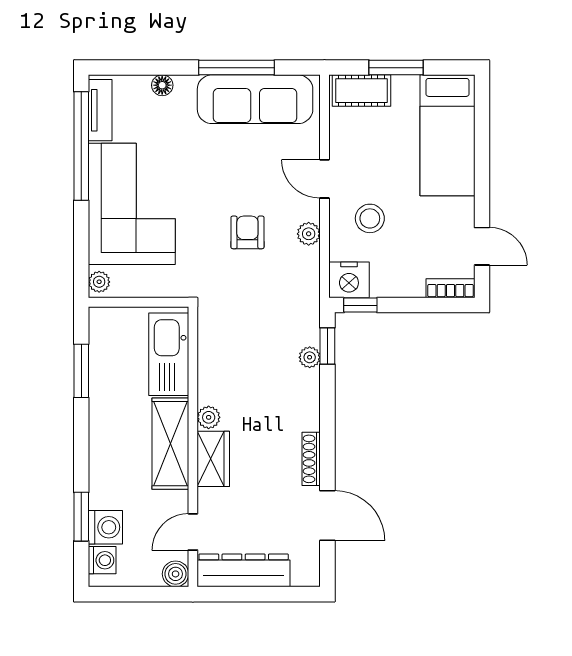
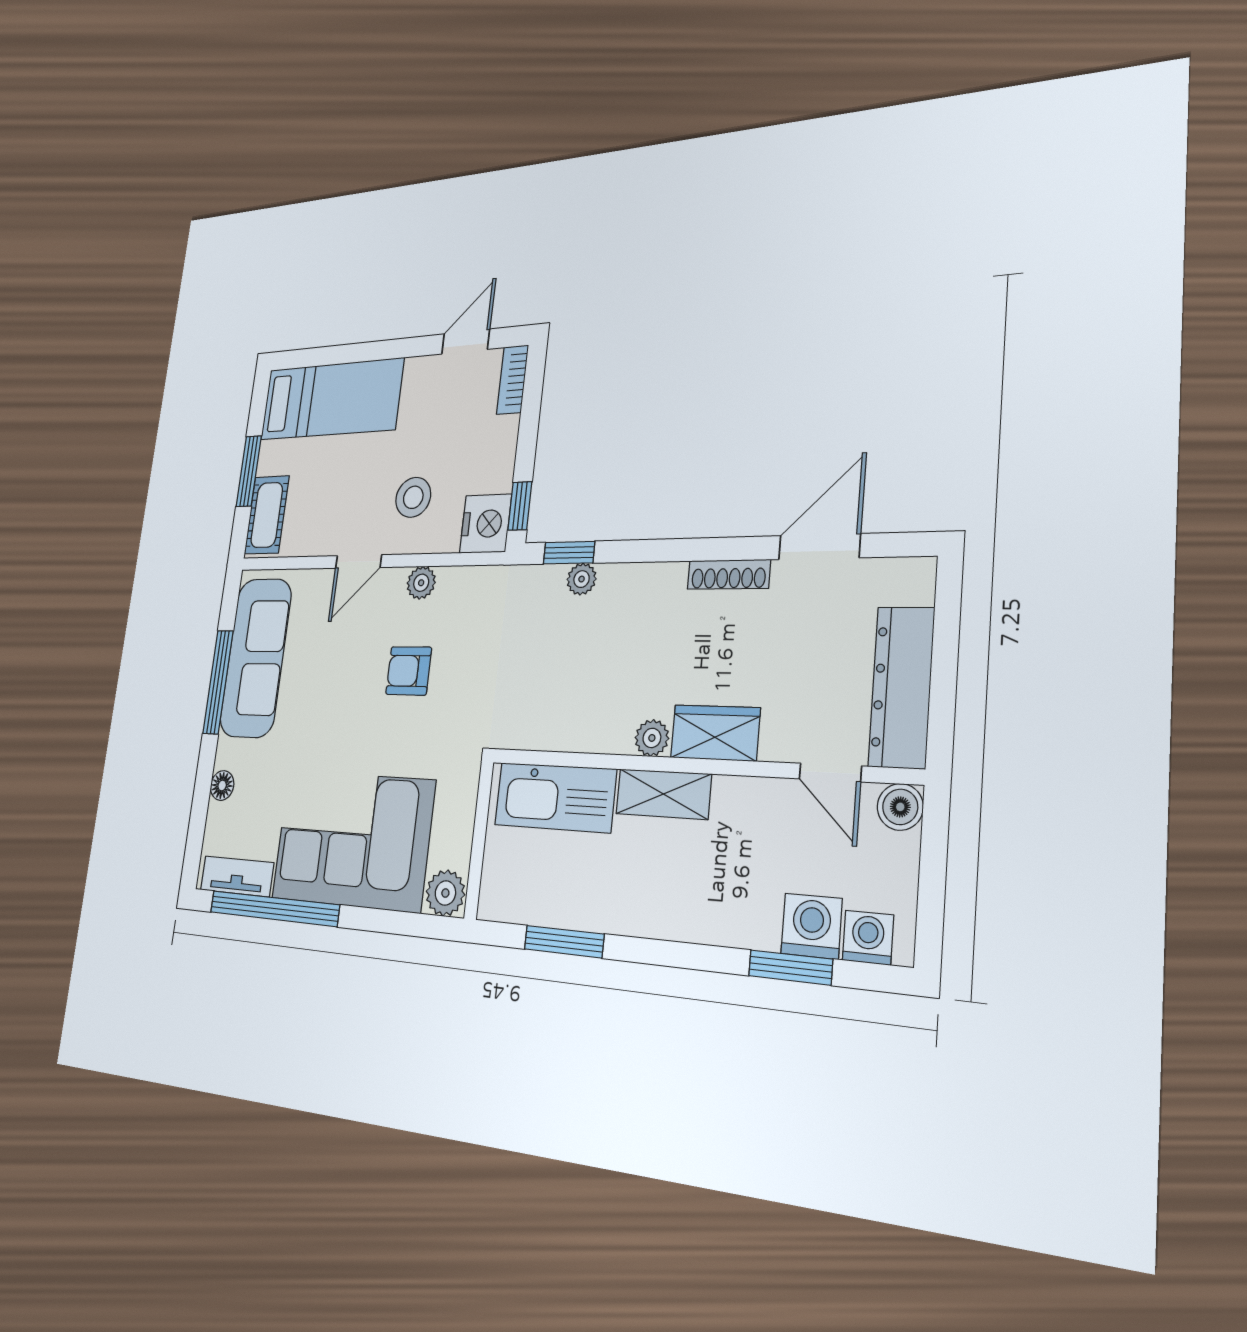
plant: (99, 282) -> (445, 893), width x1.38, depth x1.38
shelving: (170, 444) -> (663, 794), width x0.67, depth x0.75

